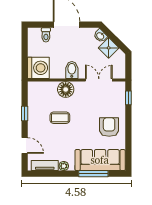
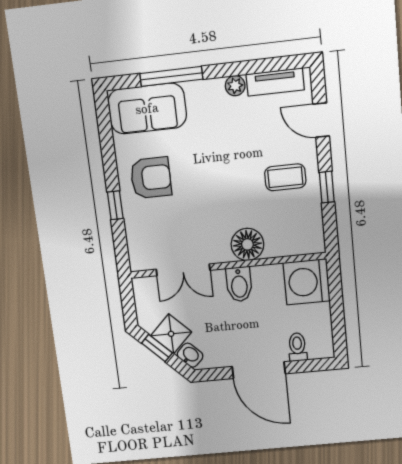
window: (117, 41) -> (157, 348), added
window: (128, 98) -> (115, 205), moved
coffee table: (60, 118) -> (285, 177), moved
armchair: (109, 127) -> (151, 178), turned -90
sofa: (100, 160) -> (147, 109), width x0.73

